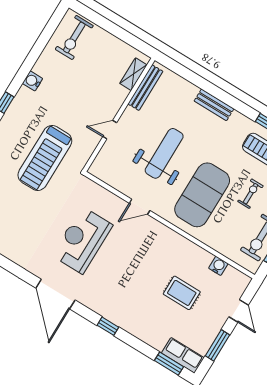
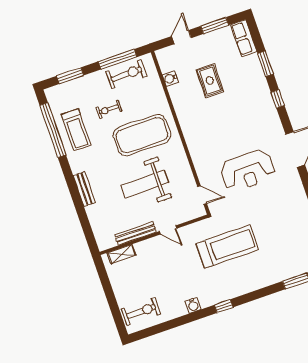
bench: (145, 88) -> (136, 233), moved
door: (140, 207) -> (202, 195), moved
window: (169, 364) -> (266, 64), moved

